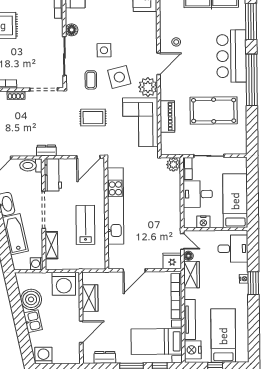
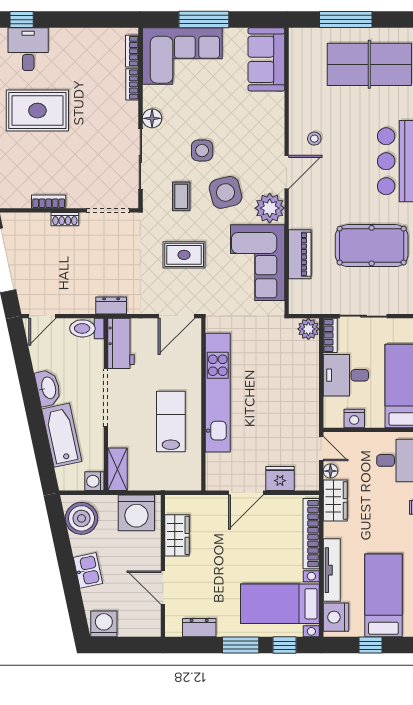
shelving: (51, 245) -> (118, 469), moved
fridge: (172, 261) -> (280, 479), moved
boiler: (31, 299) -> (81, 518), moved
door: (81, 332) -> (163, 588), swing flipped

